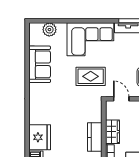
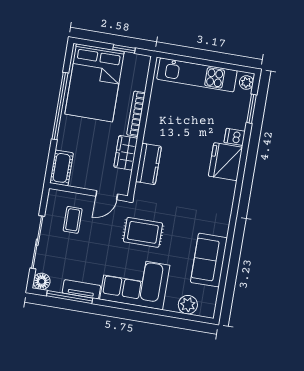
door: (121, 99) -> (107, 195), hinge flipped
kitchen counter: (95, 137) -> (149, 164), moved

